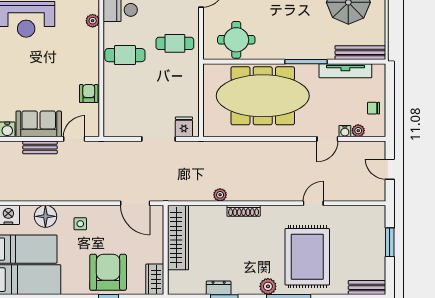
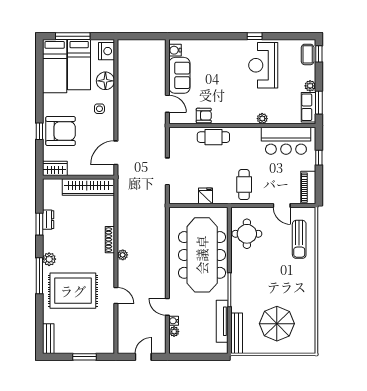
cafe table: (125, 55) -> (213, 137), moved, turned 90
chair: (373, 108) -> (192, 344), removed
fridge: (184, 127) -> (205, 196), moved, turned -90
bench: (40, 147) -> (161, 76), removed
plant: (220, 195) -> (123, 255), moved

